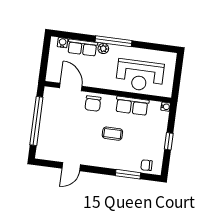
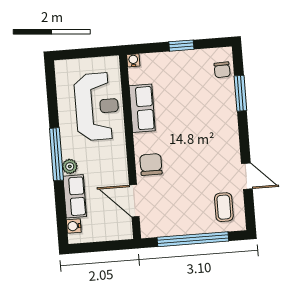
door: (71, 87) -> (134, 201), hinge flipped
chair: (93, 104) -> (151, 165), turned -90
coffee table: (112, 134) -> (224, 207), moved

